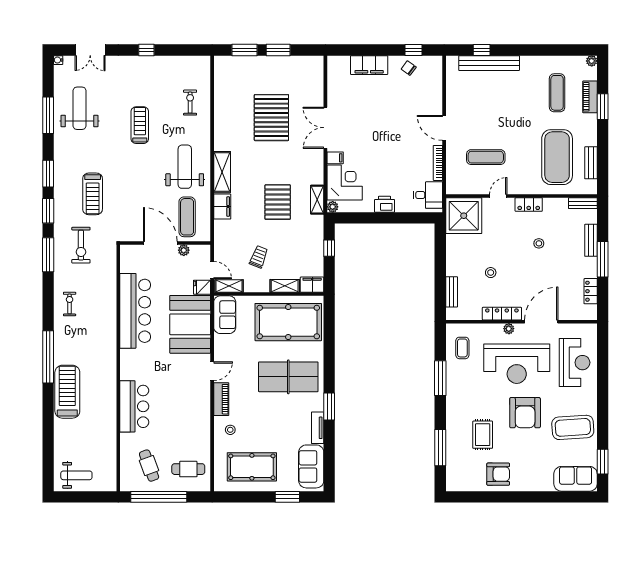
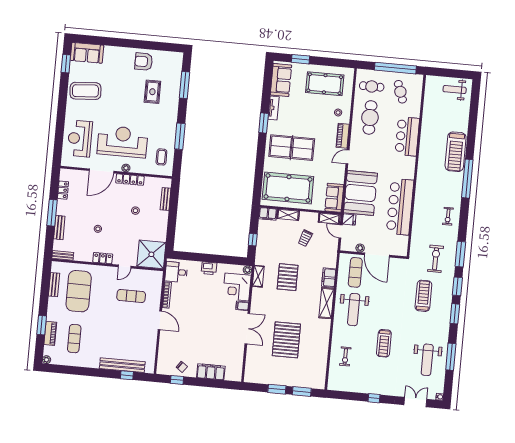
armchair: (525, 413) -> (120, 105), removed
cafe table: (187, 427) -> (370, 117), added

